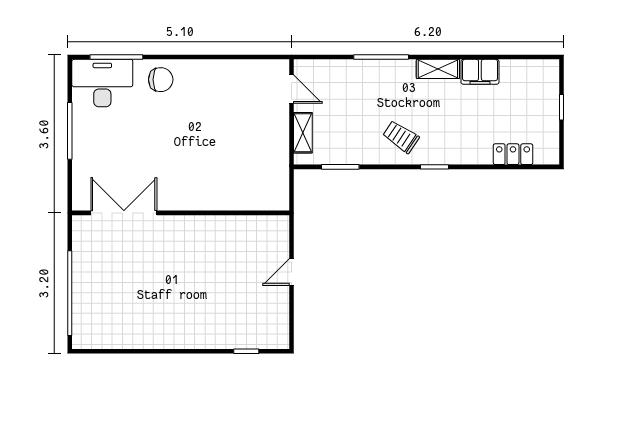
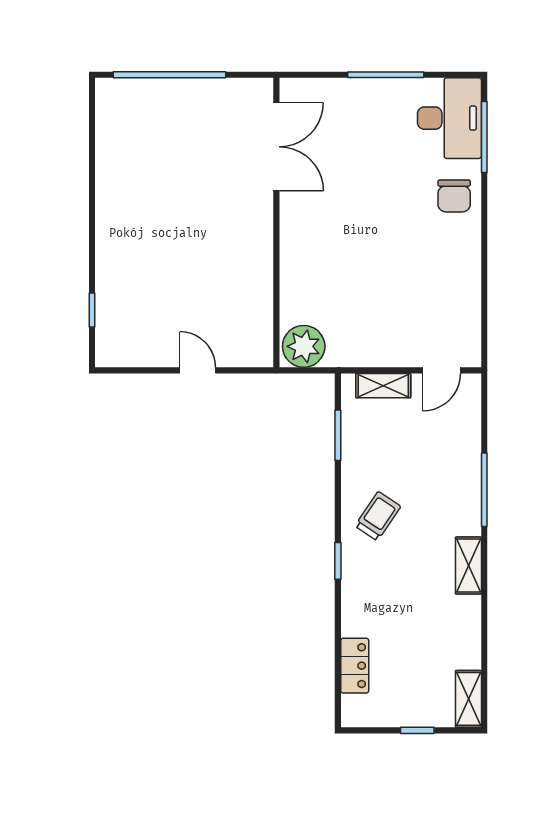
shelving: (538, 69) -> (468, 699), added
filing cabinet: (480, 72) -> (465, 622), removed
plant: (274, 192) -> (304, 346), added

